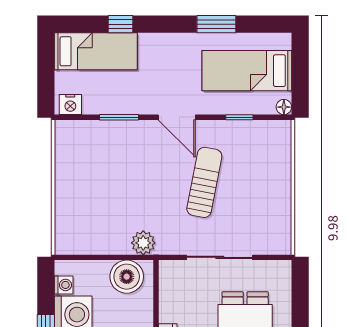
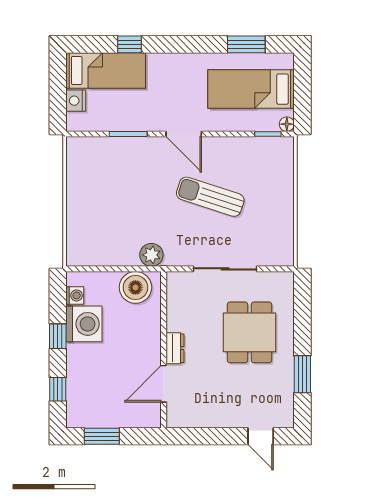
window: (216, 24) -> (246, 44), moved
nightstand: (70, 105) -> (76, 101), moved, turned 90
window: (239, 117) -> (268, 134), moved
sun lounger: (204, 182) -> (210, 197), turned -83

